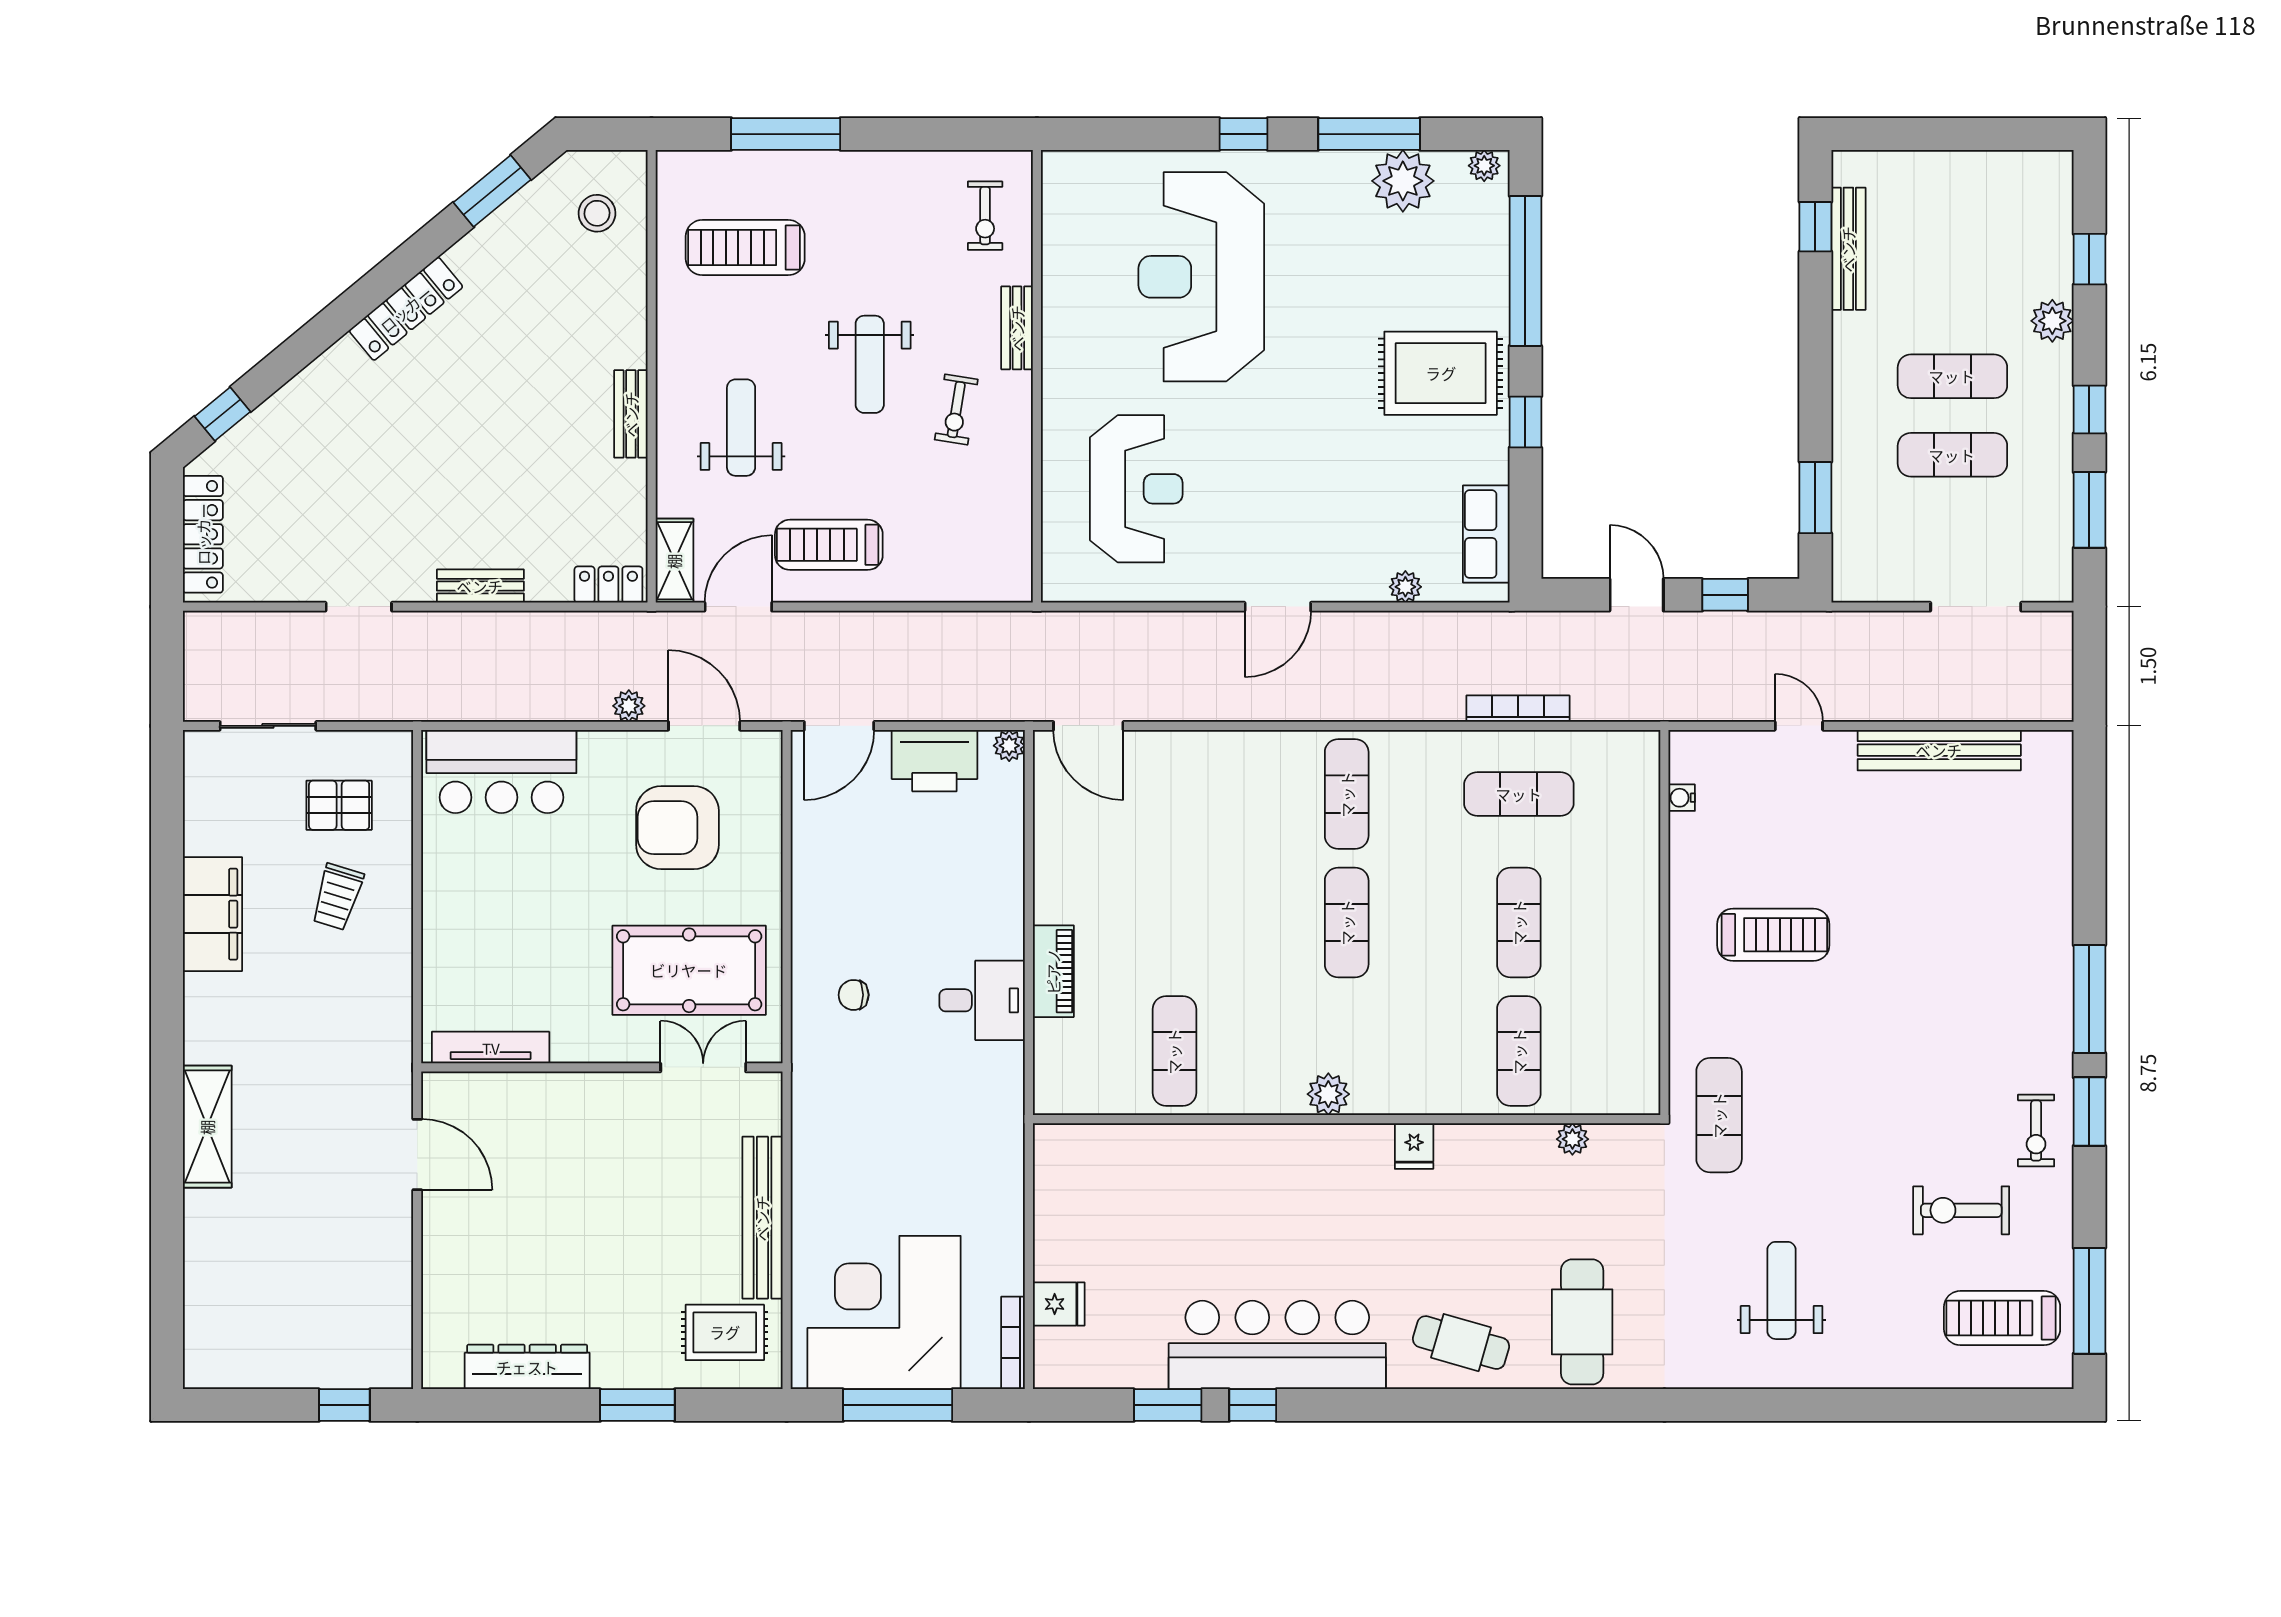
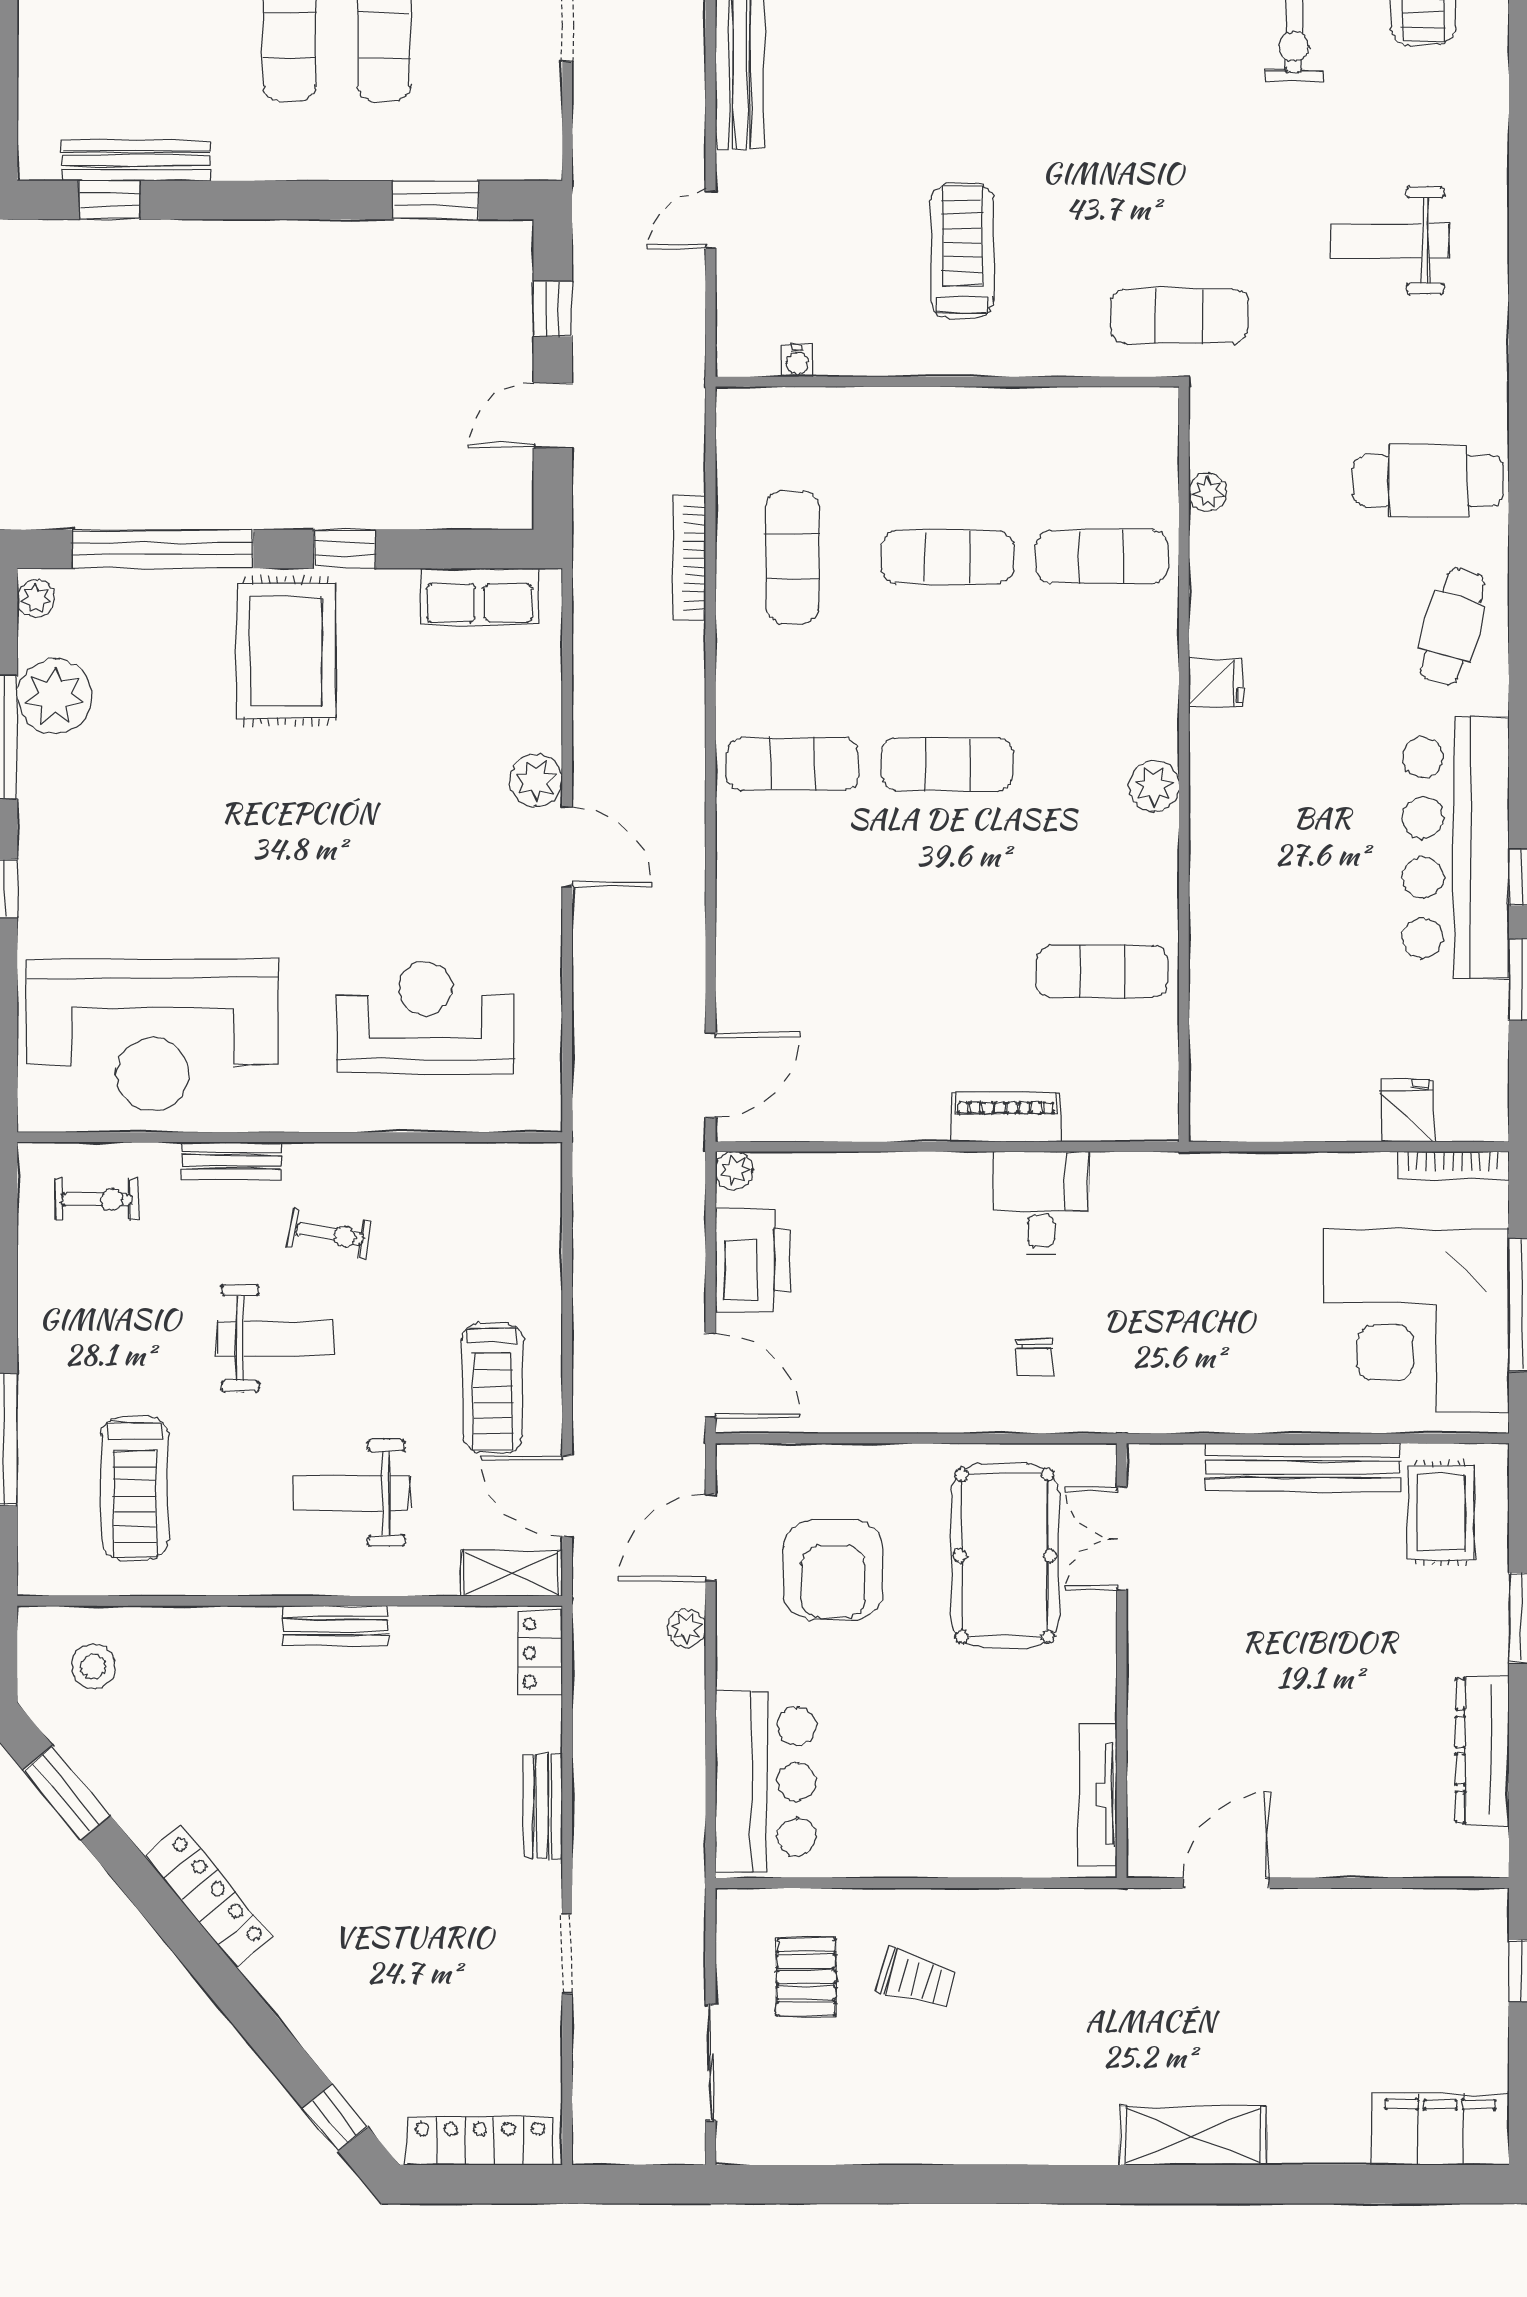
reception desk: (1201, 277) -> (152, 1035), moved
plant: (1405, 587) -> (536, 780), moved, width x1.38, depth x1.38
filing cabinet: (212, 914) -> (1440, 2129), moved

